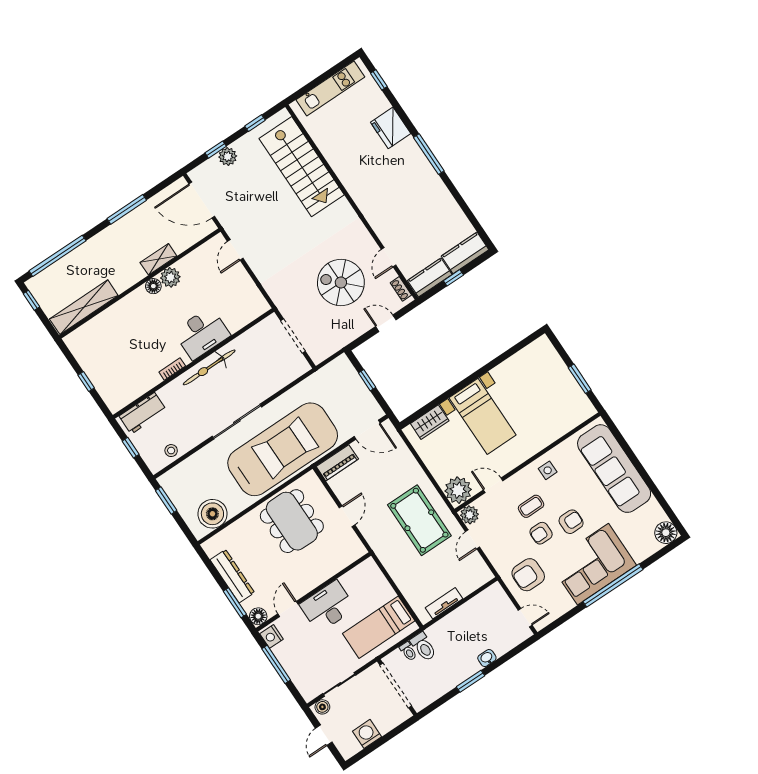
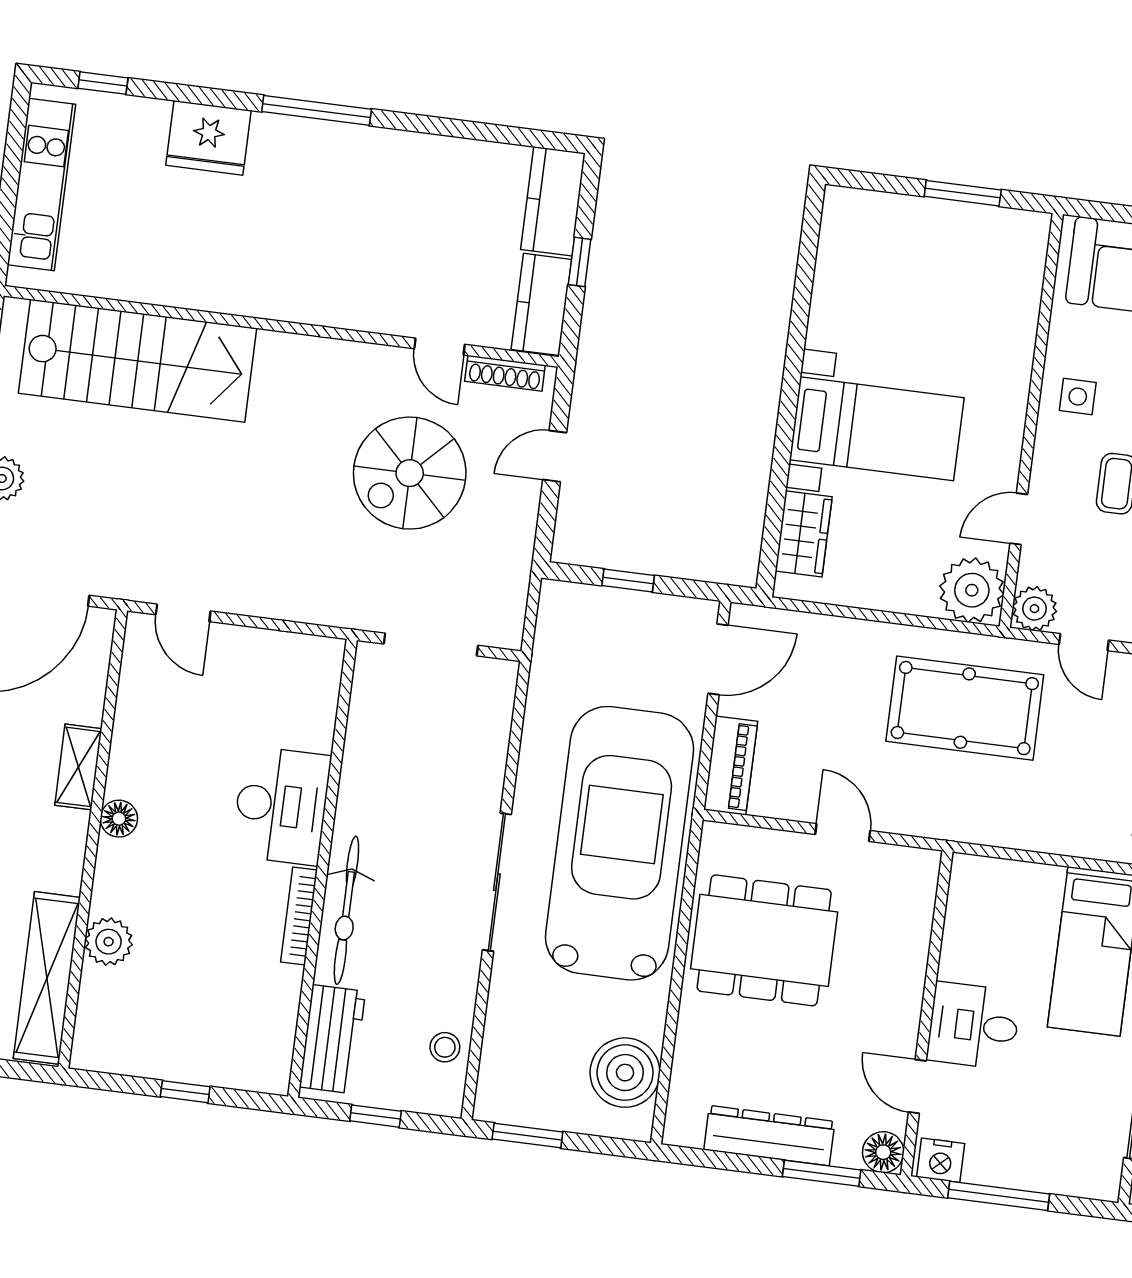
plant: (170, 277) -> (109, 942), moved
shoe rack: (401, 289) -> (505, 373), width x1.43
bicycle: (209, 367) -> (346, 910), moved
bookcase: (172, 369) -> (299, 916), width x1.56
desk: (328, 606) -> (974, 1026), width x0.73

